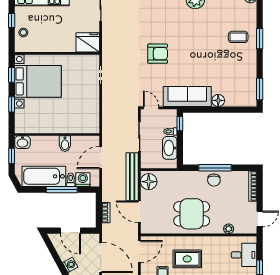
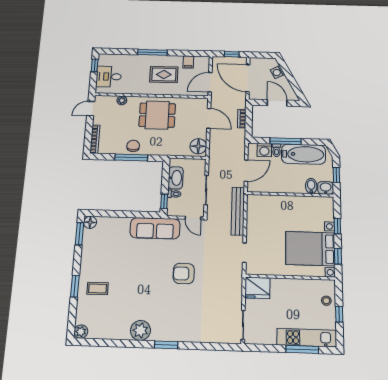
floor lamp: (218, 100) -> (90, 222), moved
bidet: (65, 144) -> (311, 186), moved
bench: (132, 177) -> (238, 211), moved

